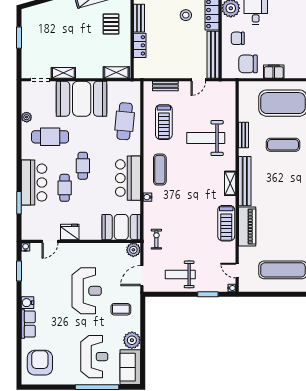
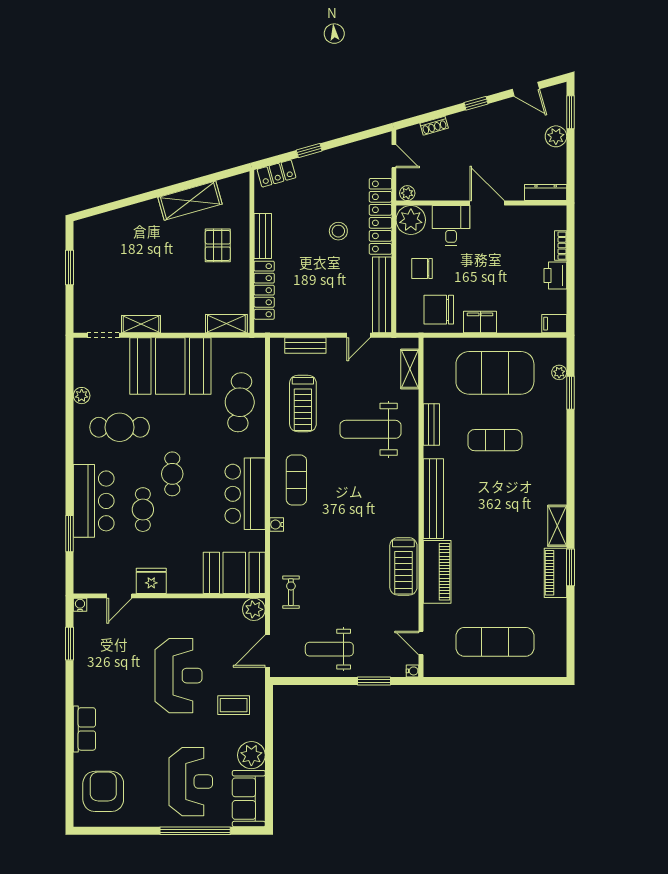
locker: (140, 45) -> (264, 290), width x1.53
shelving: (230, 183) -> (410, 369), moved
water cooler: (27, 303) -> (83, 695), removed

